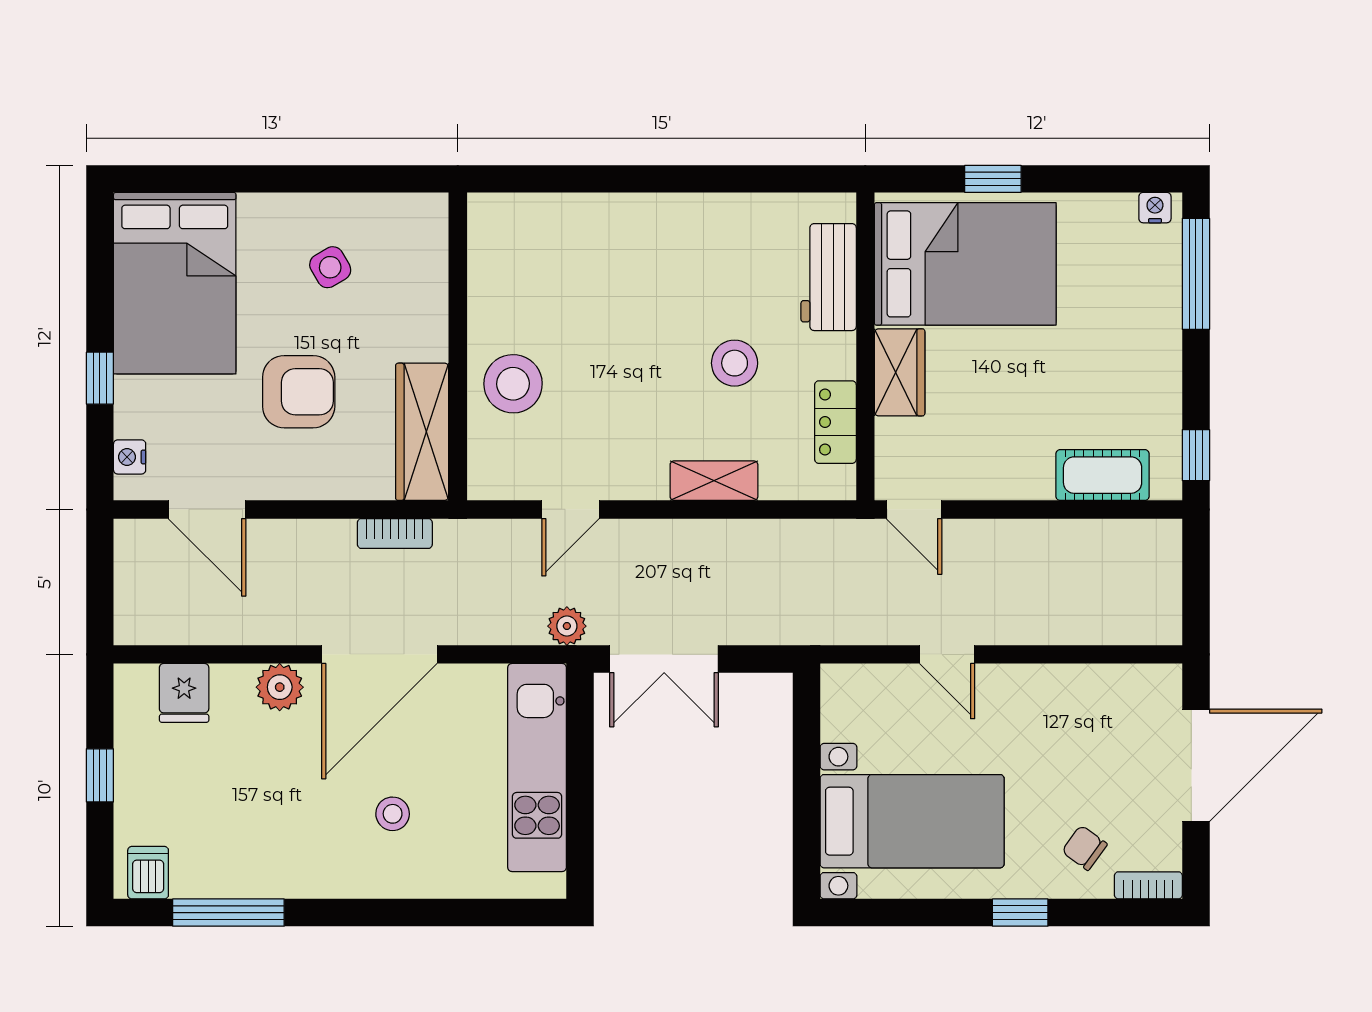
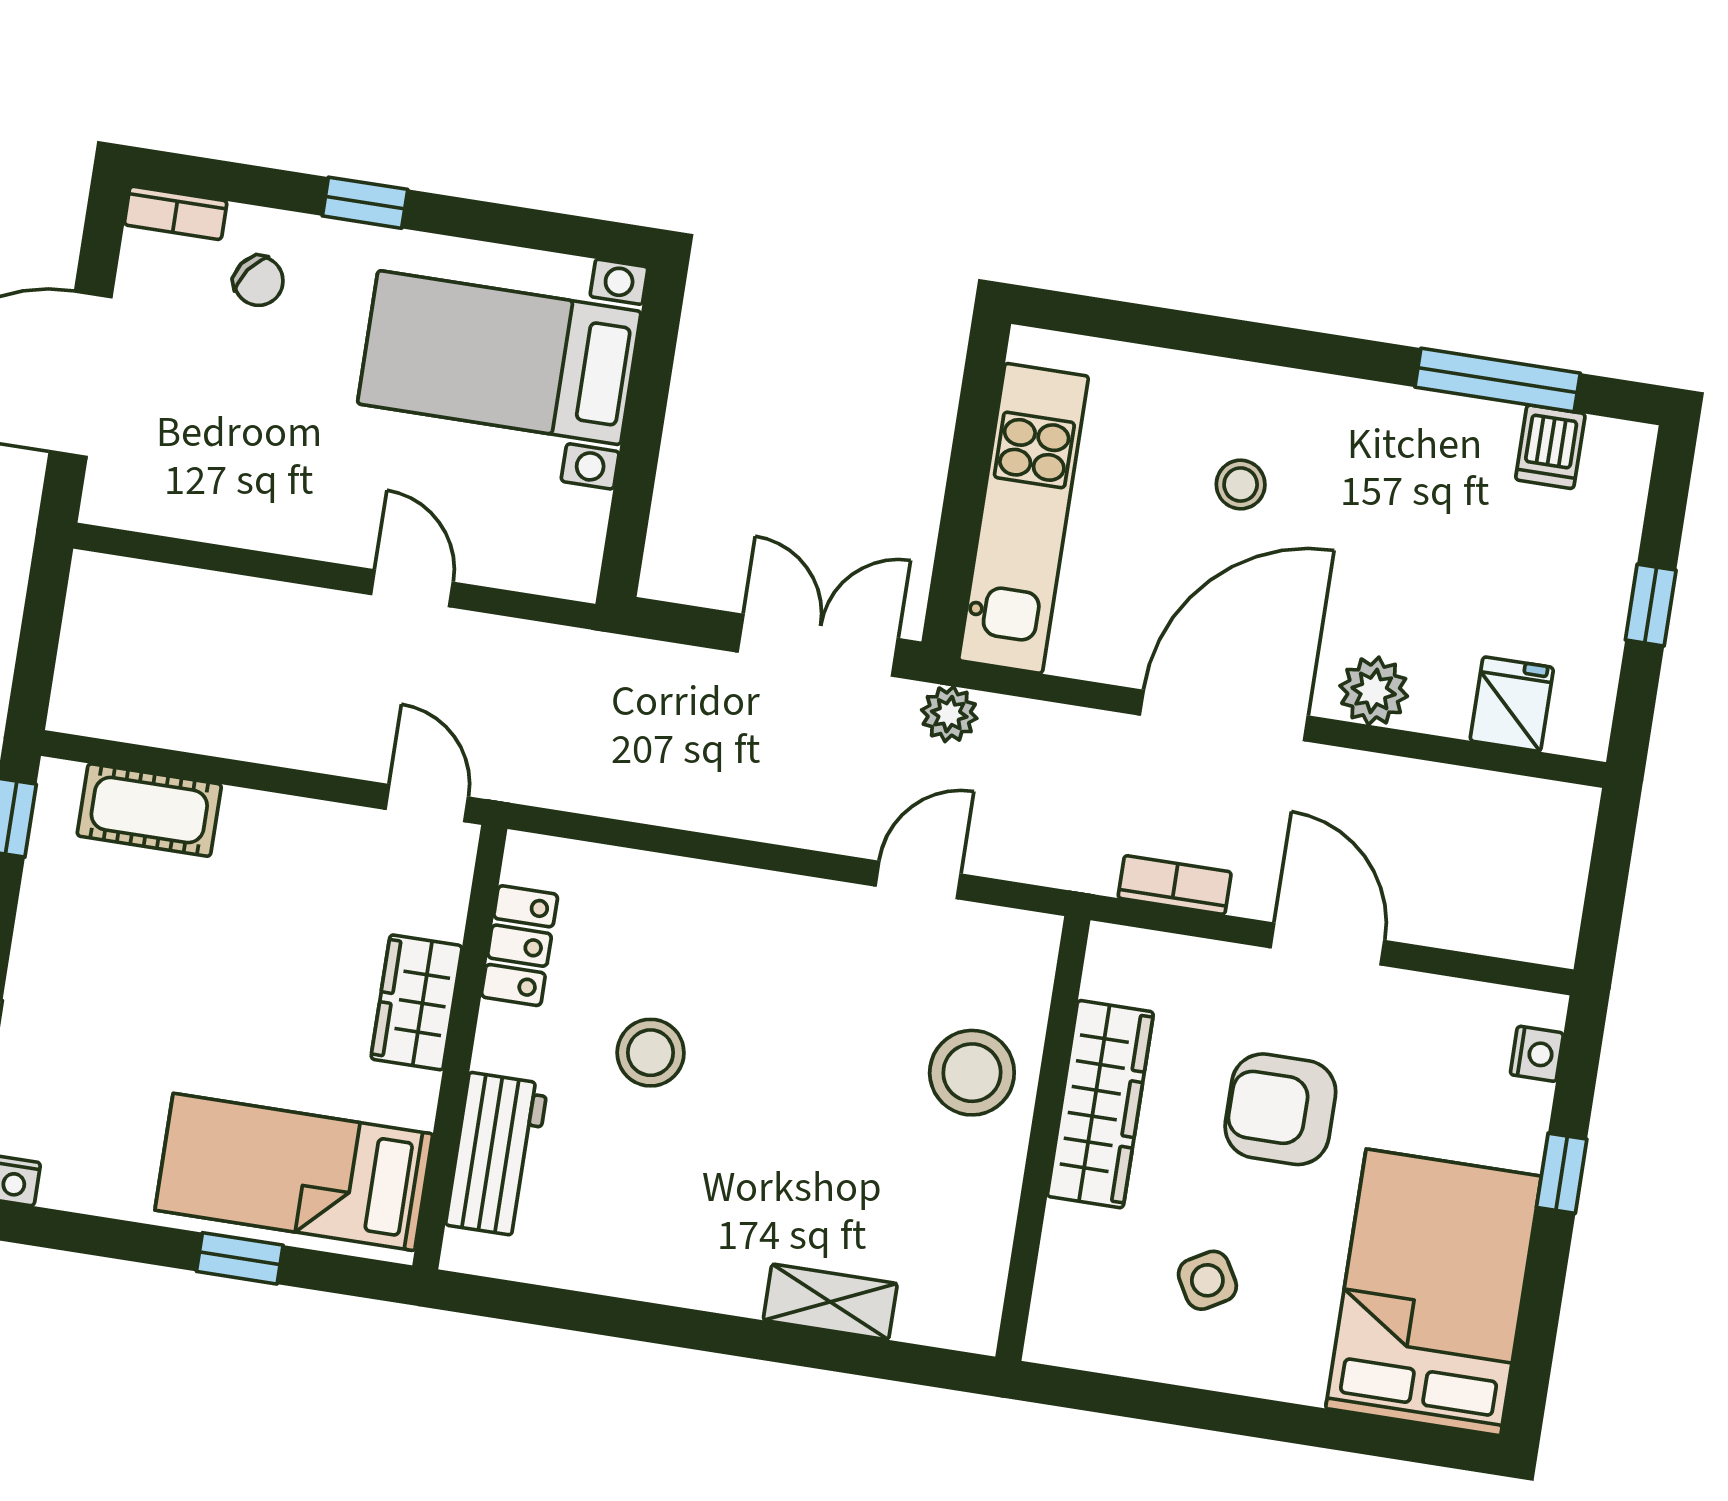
bed: (965, 264) -> (294, 1172), width x0.67
wardrobe: (422, 432) -> (1100, 1104), moved
shelving: (714, 481) -> (830, 1302), moved
door: (207, 509) -> (1327, 944), moved
dishwasher: (148, 873) -> (1550, 447), moved

